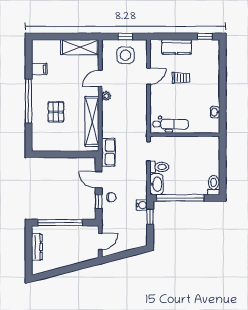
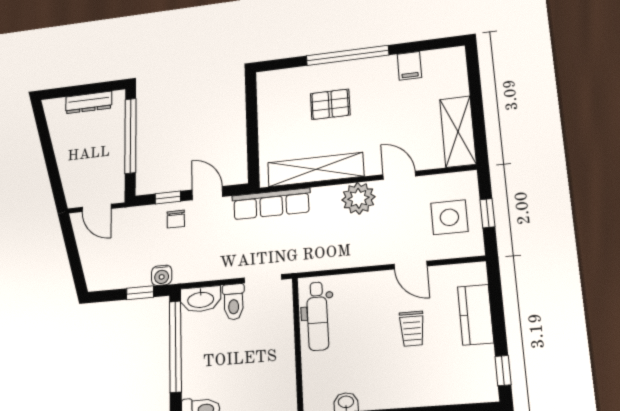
plant: (106, 96) -> (358, 198), width x1.87, depth x1.87
row of seats: (108, 152) -> (271, 204), width x1.48
door: (99, 180) -> (207, 193), hinge flipped

